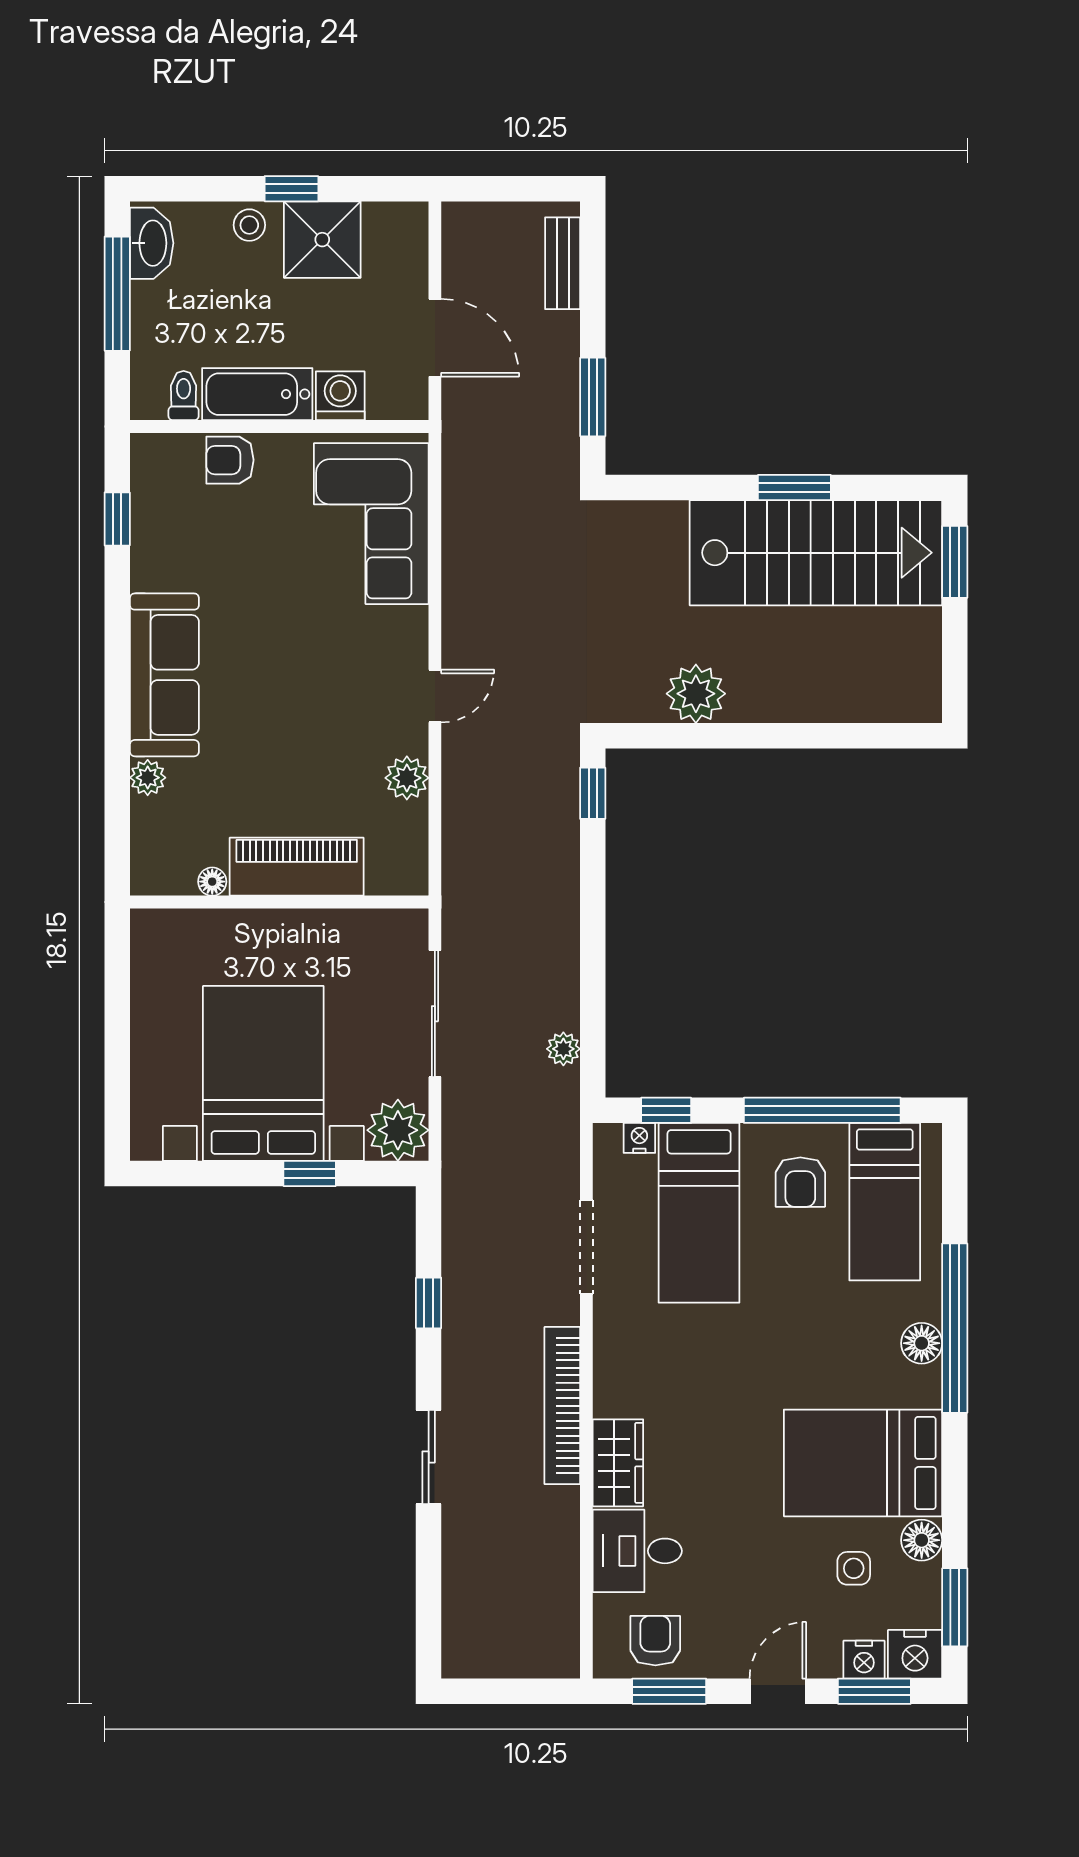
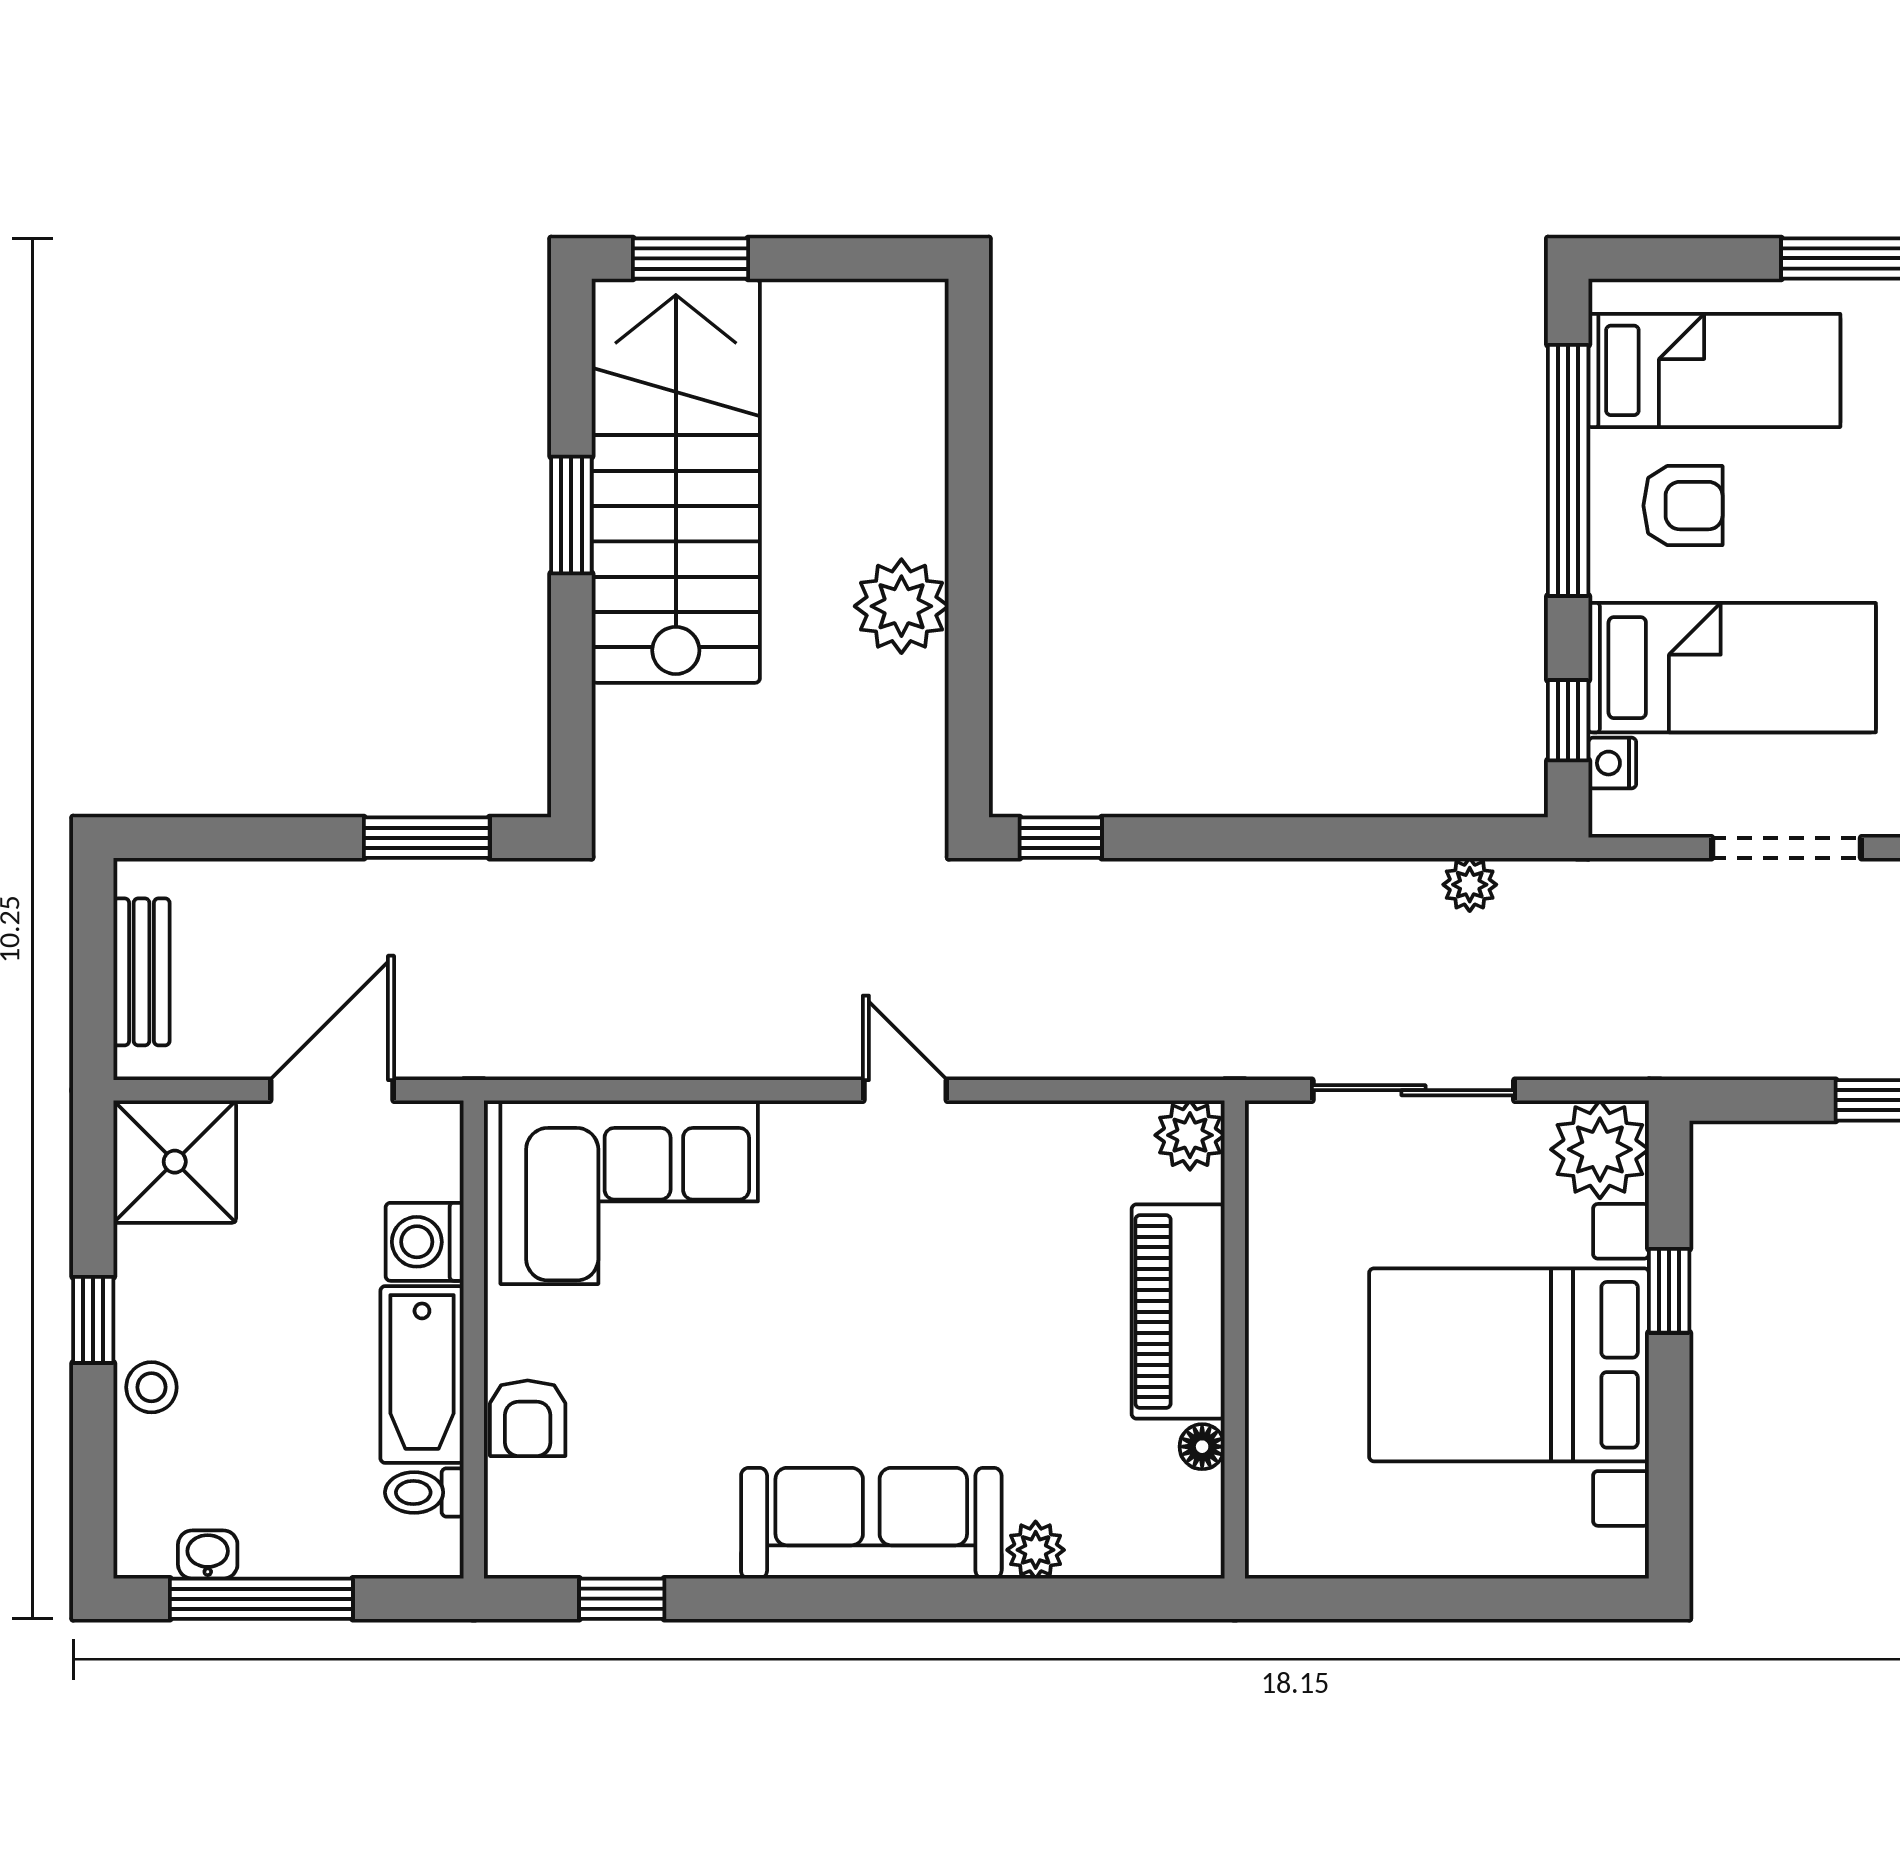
shower: (322, 240) -> (175, 1162), moved
washbasin: (152, 243) -> (208, 1554), width x0.52, depth x0.69
bench: (563, 263) -> (142, 972), moved, turned 90
plant: (696, 694) -> (901, 606), moved
plant: (407, 778) -> (1190, 1135), moved

